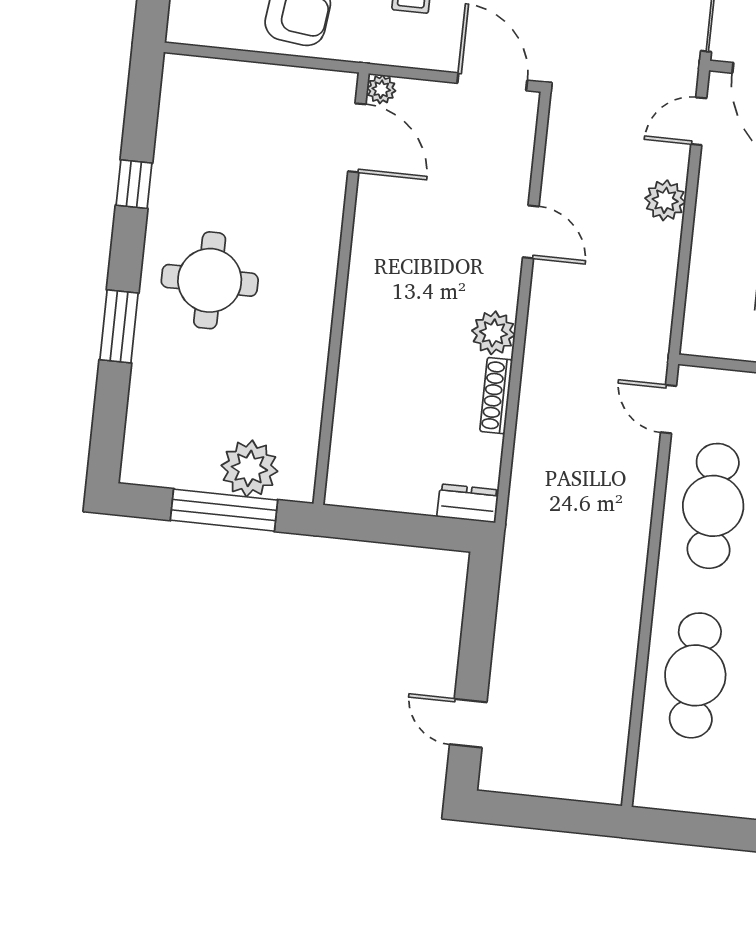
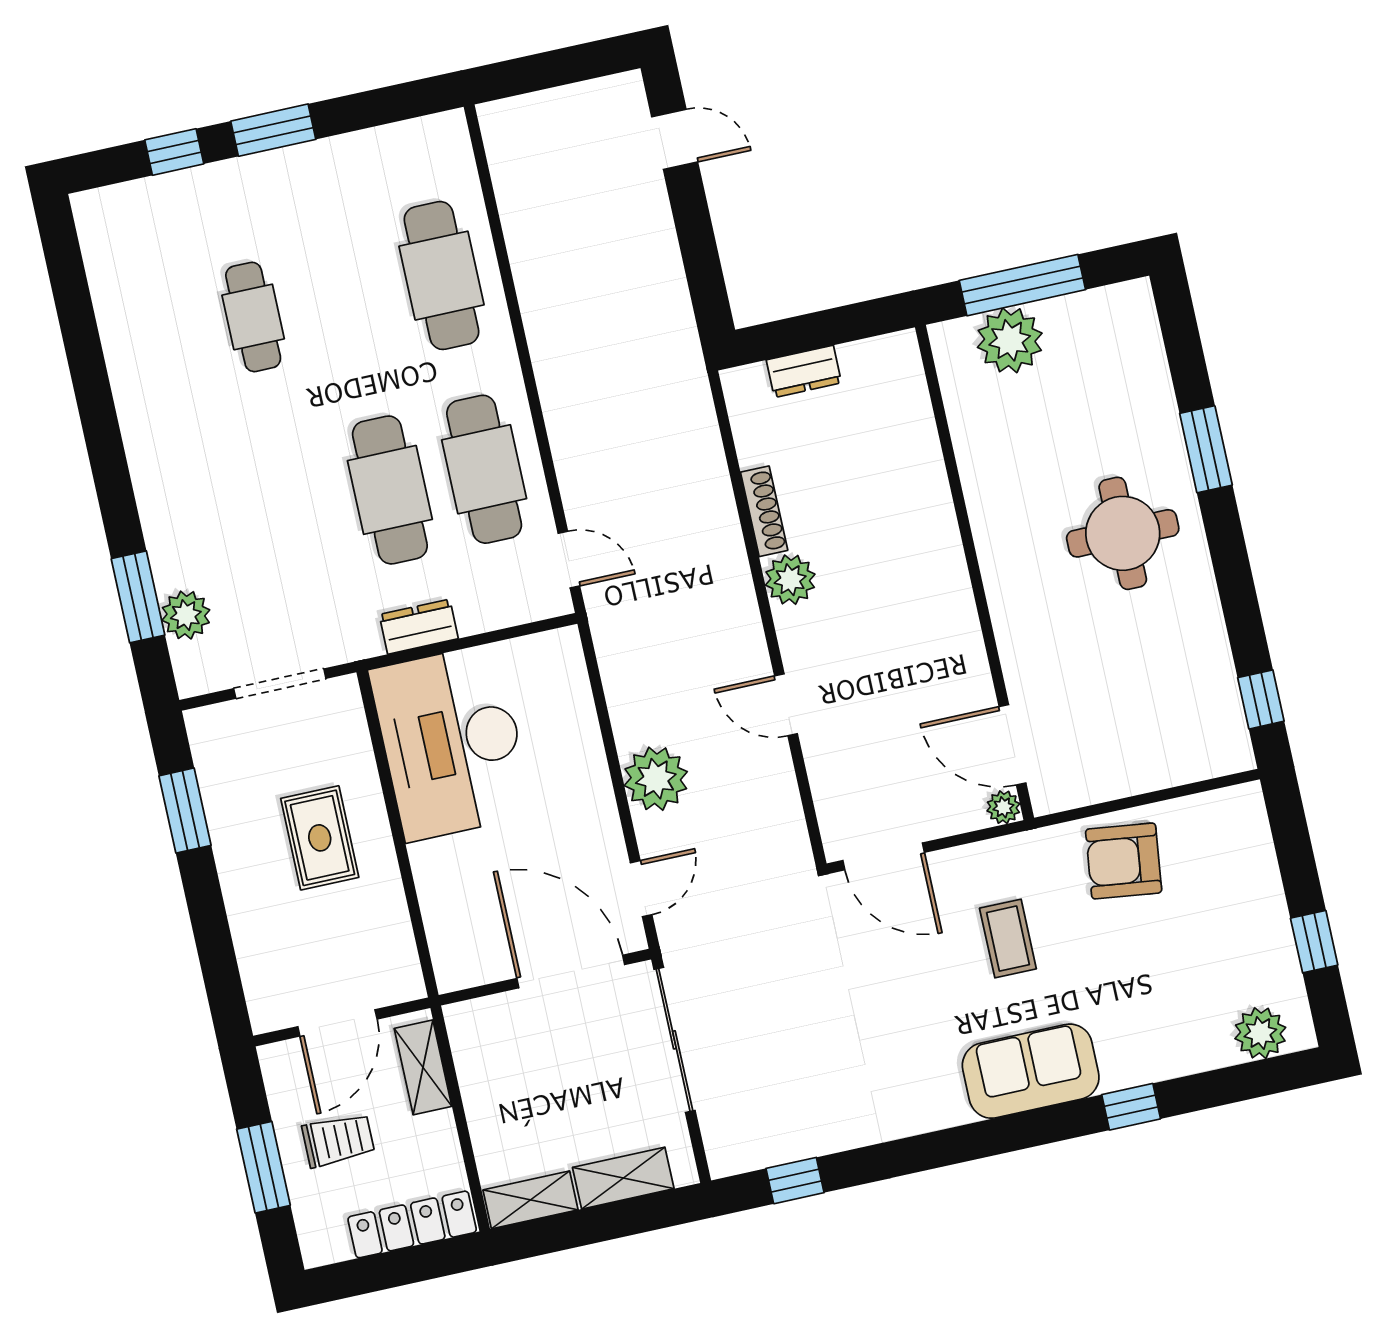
window: (134, 184) -> (1261, 699), moved
plant: (665, 200) -> (656, 779), width x1.36, depth x1.36
dresser: (468, 503) -> (804, 371), moved

